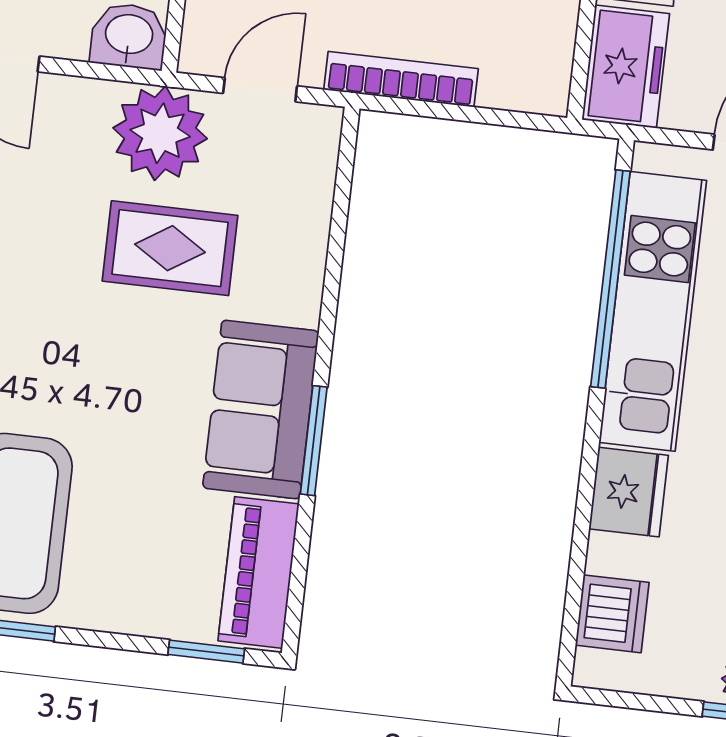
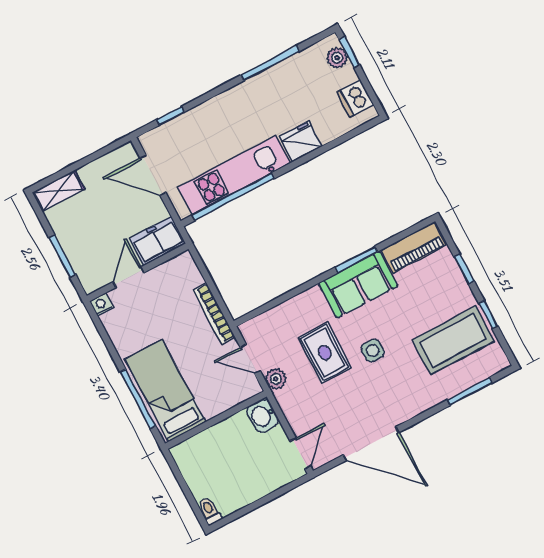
plant: (160, 133) -> (276, 379), width x0.53, depth x0.53
side table: (108, 348) -> (373, 350), added
dishwasher: (612, 614) -> (355, 98), moved, turned -90
window: (206, 652) -> (464, 269), moved

